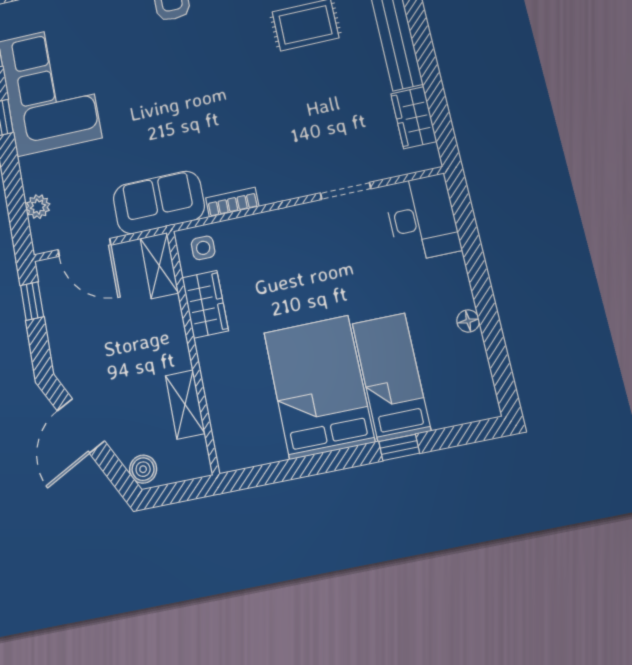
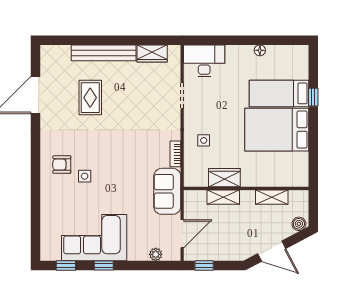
side table: (159, 48) -> (85, 176), added
side table: (203, 248) -> (204, 140), moved
shelving: (159, 265) -> (223, 197), moved

